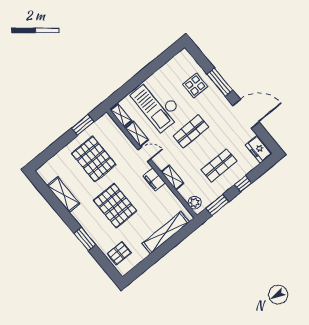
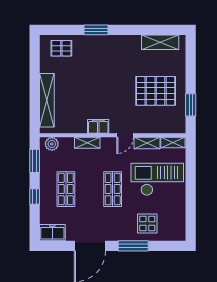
shelving: (63, 195) -> (160, 42), moved
pallet: (115, 206) -> (103, 77), removed
pallet: (119, 253) -> (61, 48), turned 90

